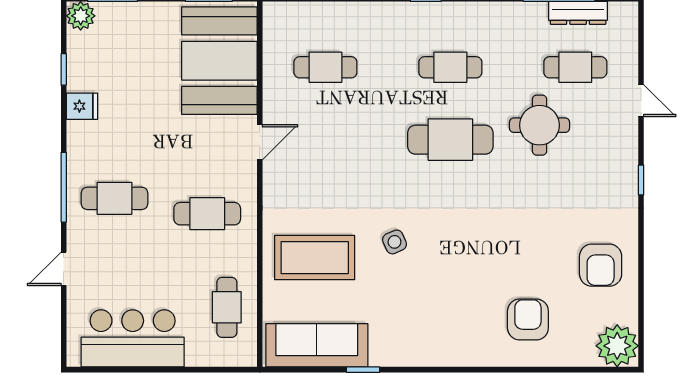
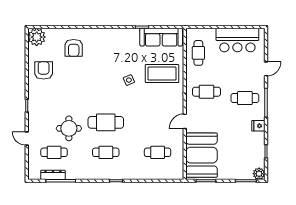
fridge: (82, 106) -> (258, 126), moved

